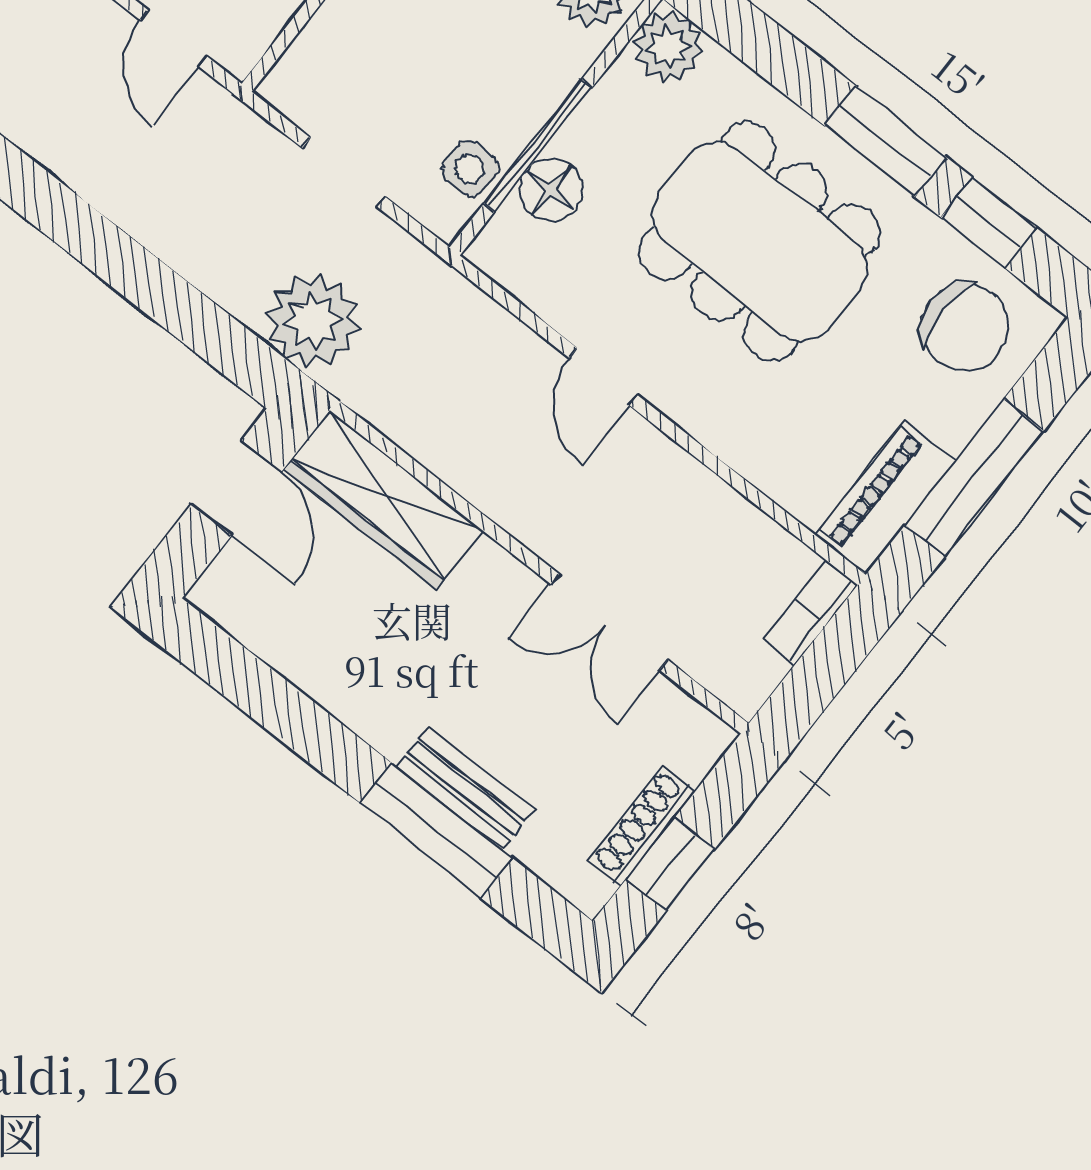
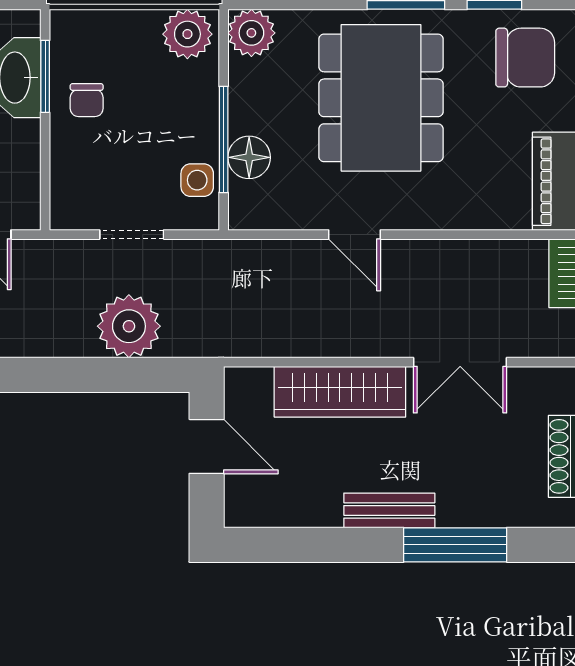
dining table: (760, 242) -> (381, 98), turned 90
plant: (313, 321) -> (129, 326), moved
wardrobe: (383, 500) -> (340, 392), moved
bench: (465, 789) -> (389, 510), moved

